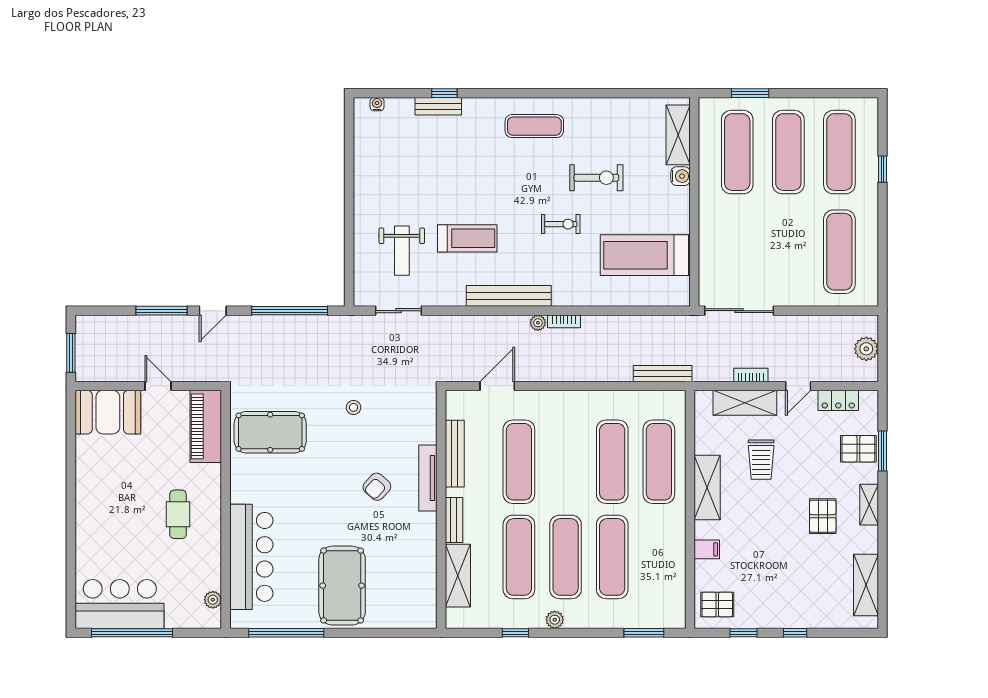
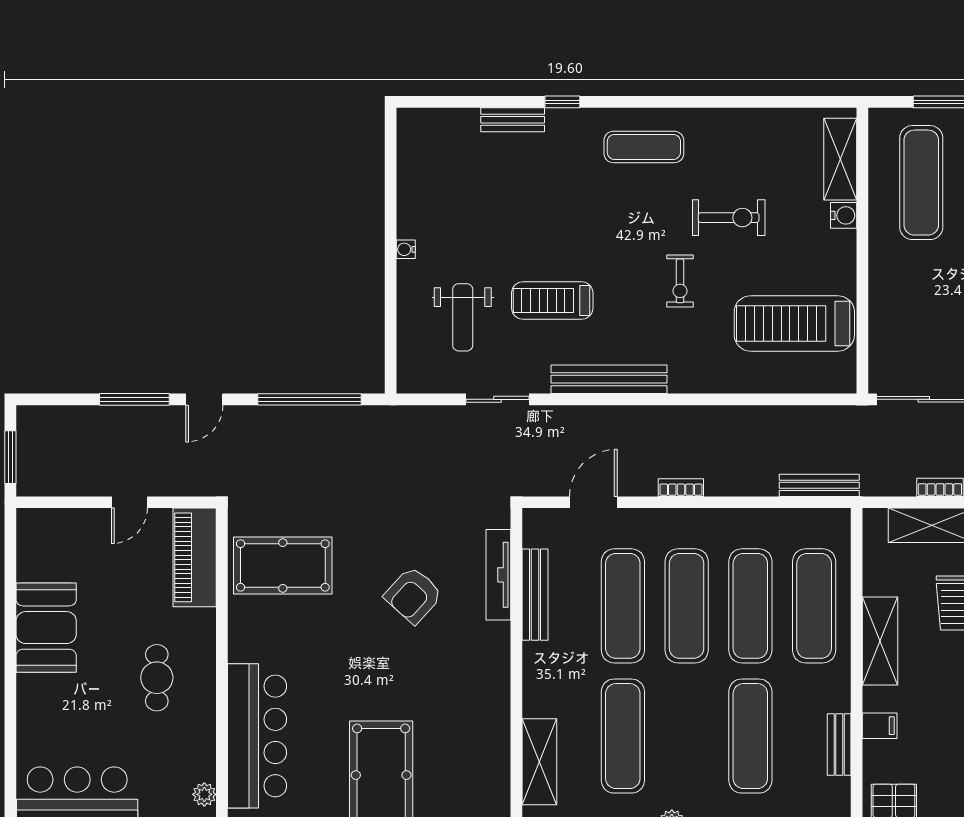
window: (444, 93) -> (562, 102), moved
water cooler: (377, 104) -> (406, 249), moved, turned -90
exercise bike: (561, 224) -> (680, 281), turned 90
treadmill: (467, 238) -> (552, 300), turned 180
sliding door: (399, 311) -> (498, 399), moved
bookcase: (564, 321) -> (681, 488), moved, turned 180
plant: (538, 323) -> (649, 416), removed
door: (158, 386) -> (129, 502), swing flipped
stool: (354, 407) -> (397, 532), removed
booth: (108, 412) -> (46, 628), moved, turned 90
tv unit: (428, 478) -> (498, 575), moved
armchair: (377, 487) -> (413, 595), moved, width x1.38, depth x1.38
bench: (454, 520) -> (839, 744), moved
exercise mat: (566, 557) -> (687, 606), moved

